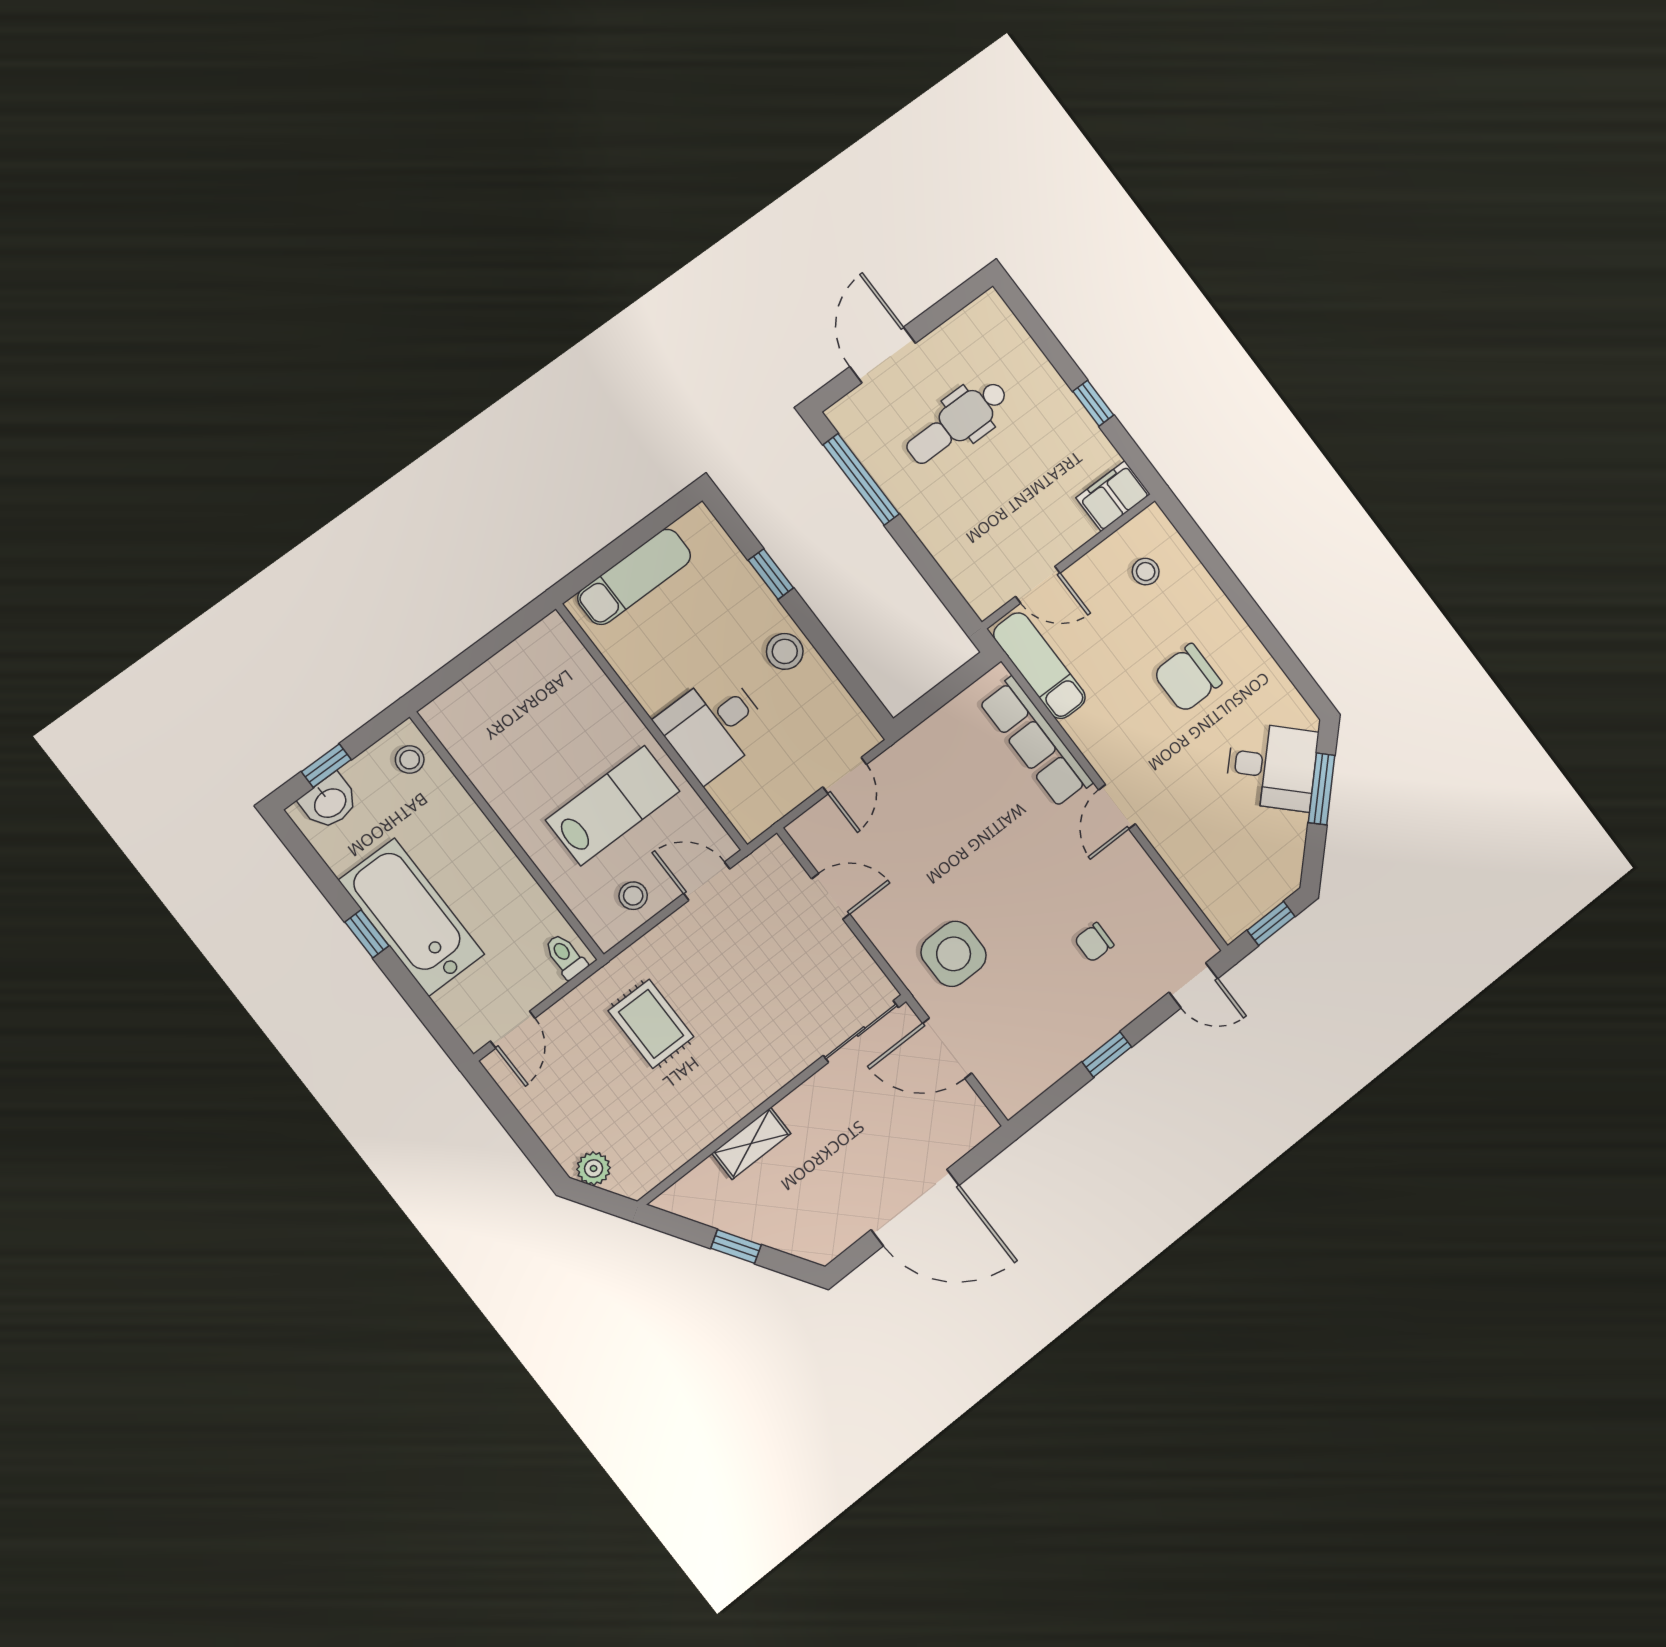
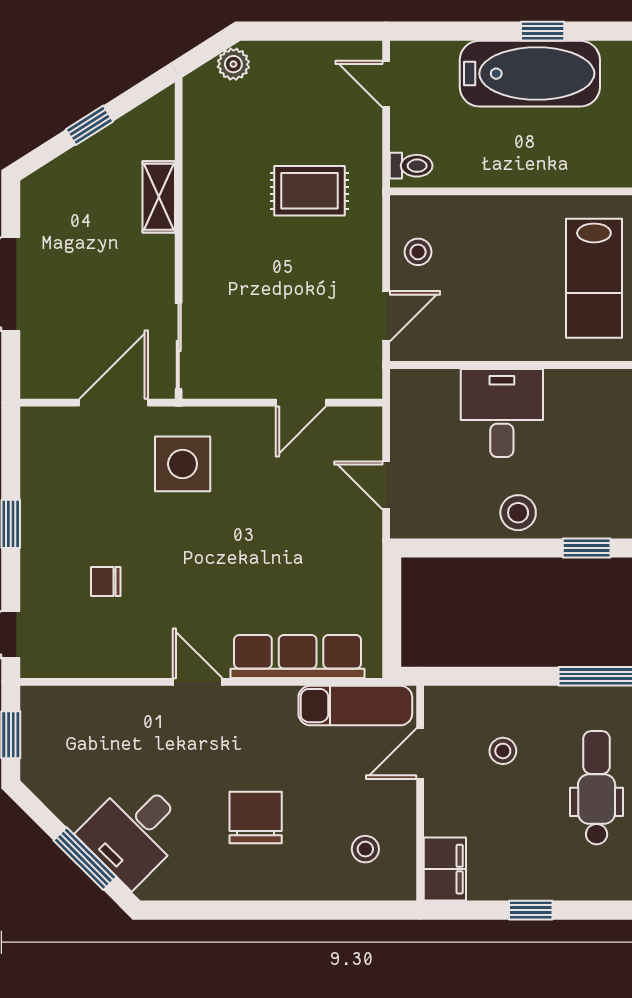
stool: (985, 520) -> (503, 751), added
lab bench: (613, 806) -> (594, 278), moved
chair: (1094, 942) -> (106, 581), turned -91

